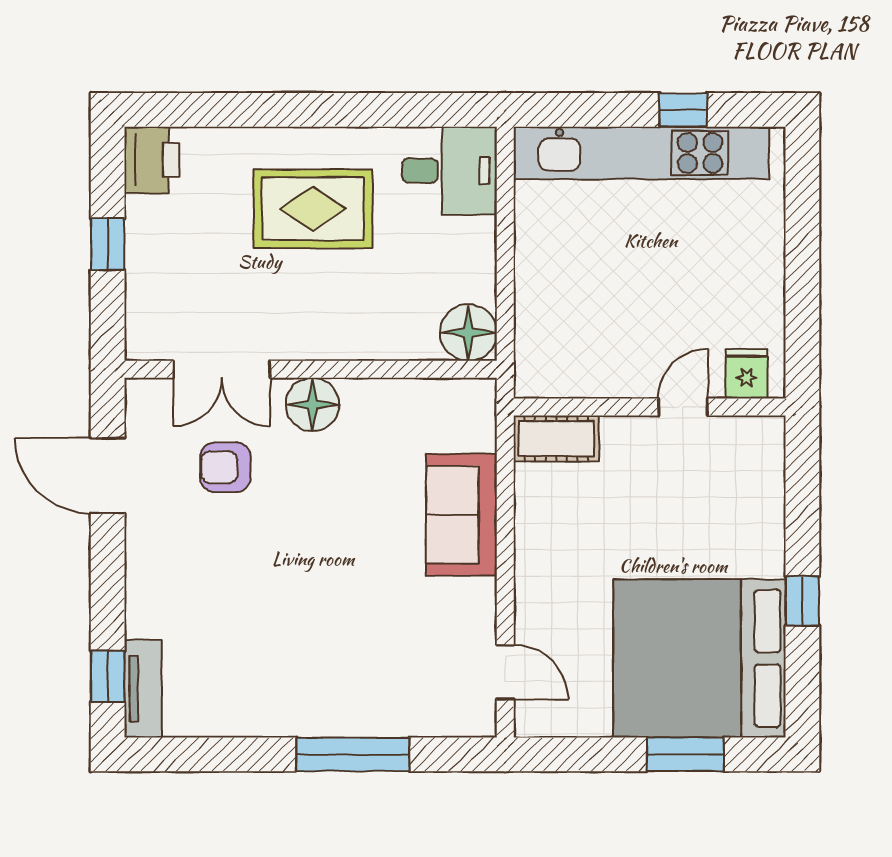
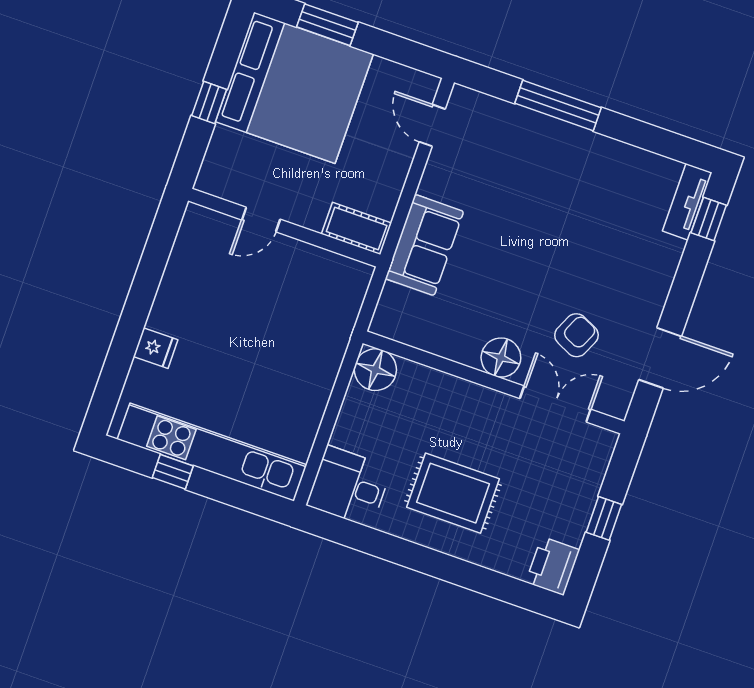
fridge: (746, 374) -> (156, 348), moved, turned -90
wall: (650, 407) -> (284, 228), moved
door: (683, 407) -> (261, 220), moved
cot: (556, 439) -> (357, 228), moved
armchair: (225, 467) -> (576, 335), turned -65
door: (108, 476) -> (660, 358), hinge flipped

